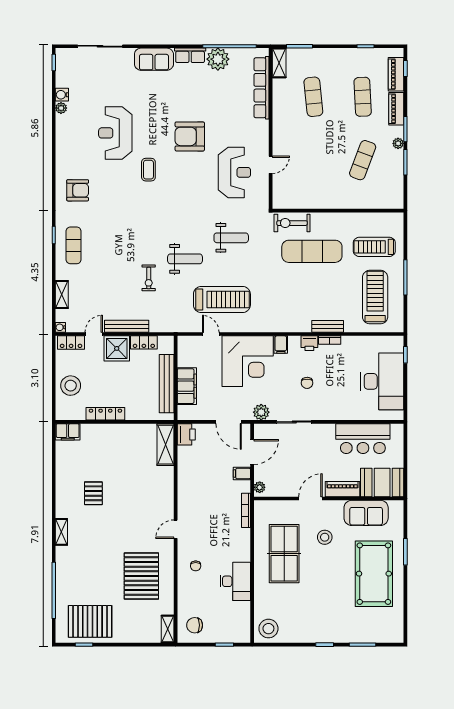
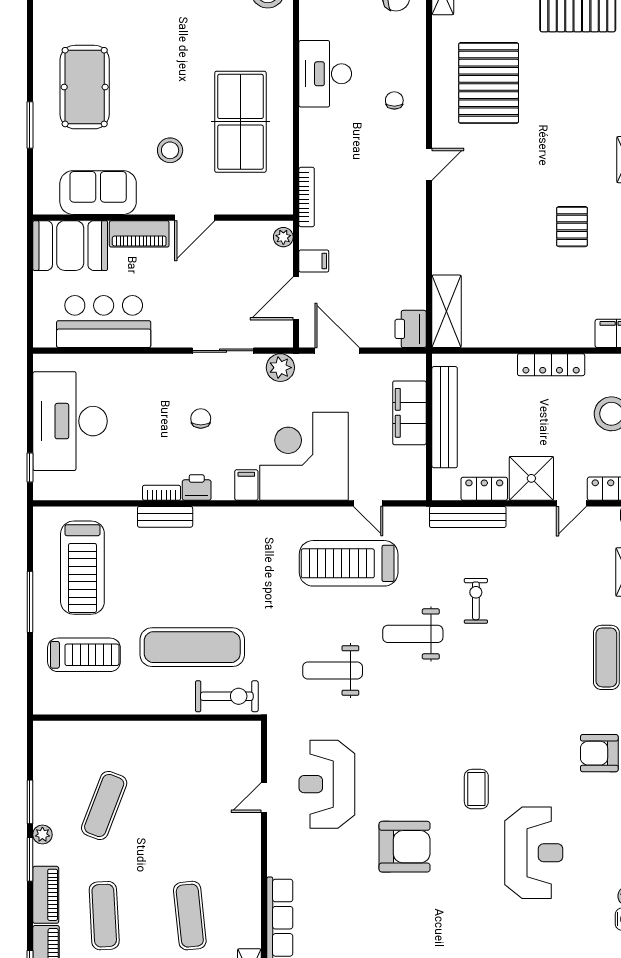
bench: (127, 326) -> (468, 517), moved
pool table: (374, 574) -> (85, 87), width x0.73, depth x0.76

